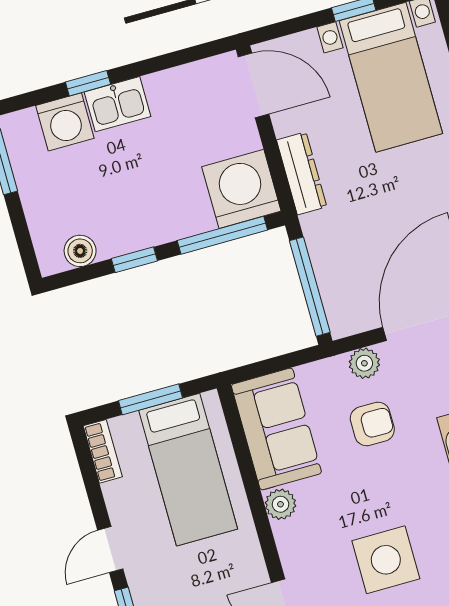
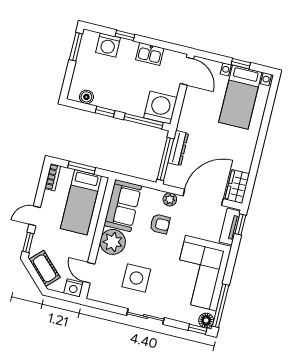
kitchen sink: (118, 104) -> (150, 54), moved
dresser: (302, 173) -> (178, 148), moved
plant: (280, 504) -> (113, 242), width x1.87, depth x1.87

